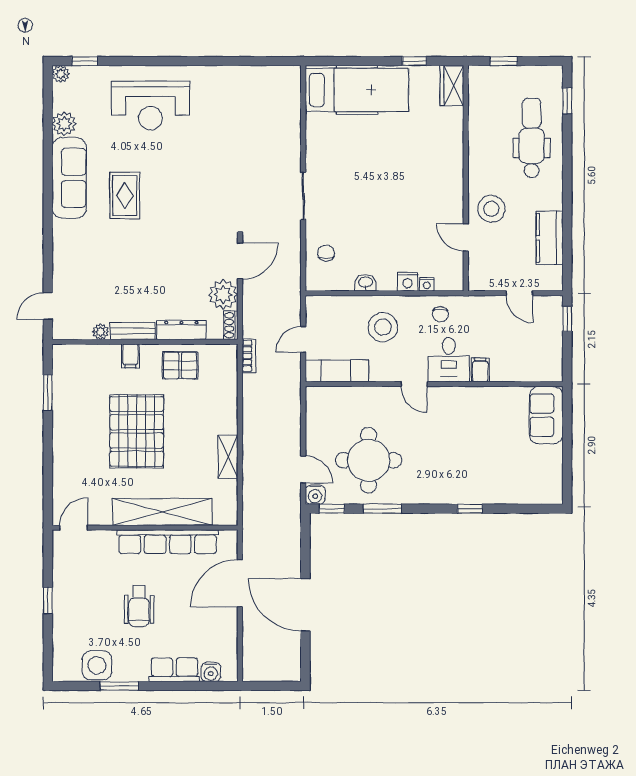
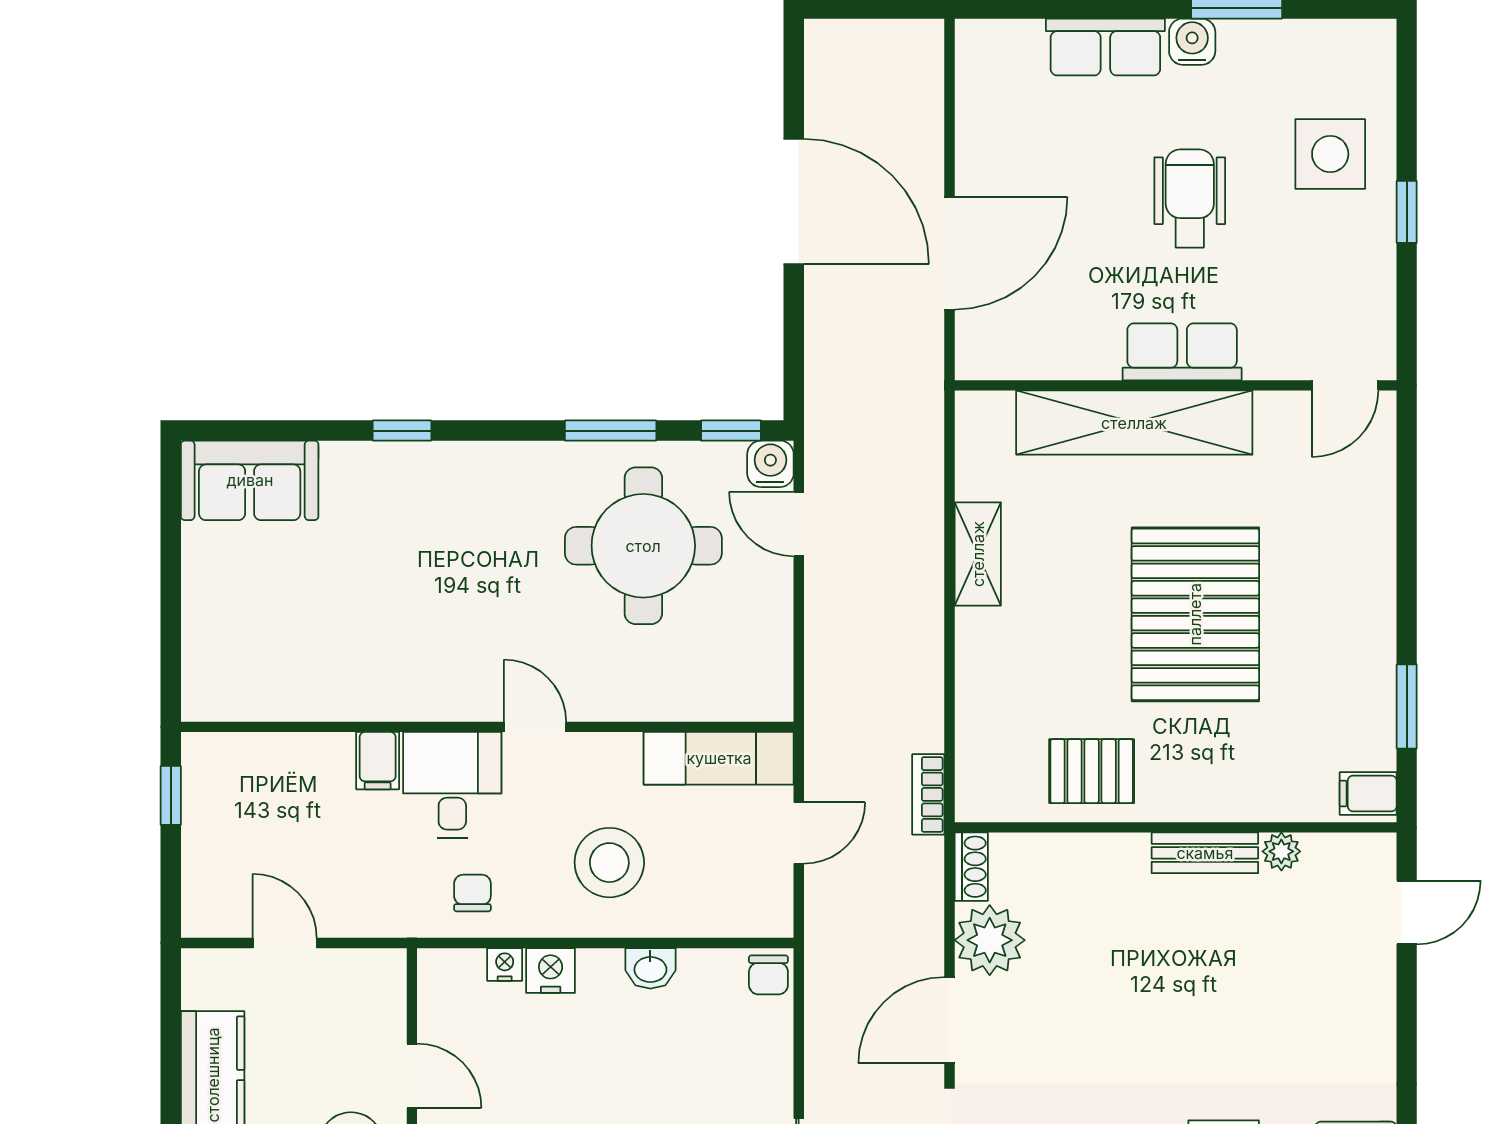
chair: (326, 253) -> (768, 975), moved
window: (567, 319) -> (171, 795), moved
dresser: (181, 330) -> (1089, 855), removed
filing cabinet: (130, 356) -> (1368, 794), moved, turned -90
sofa: (546, 415) -> (250, 480), moved, turned 90
row of seats: (168, 542) -> (1182, 352), width x0.50
side table: (97, 665) -> (1330, 154), moved
water cooler: (211, 672) -> (1192, 42), moved

